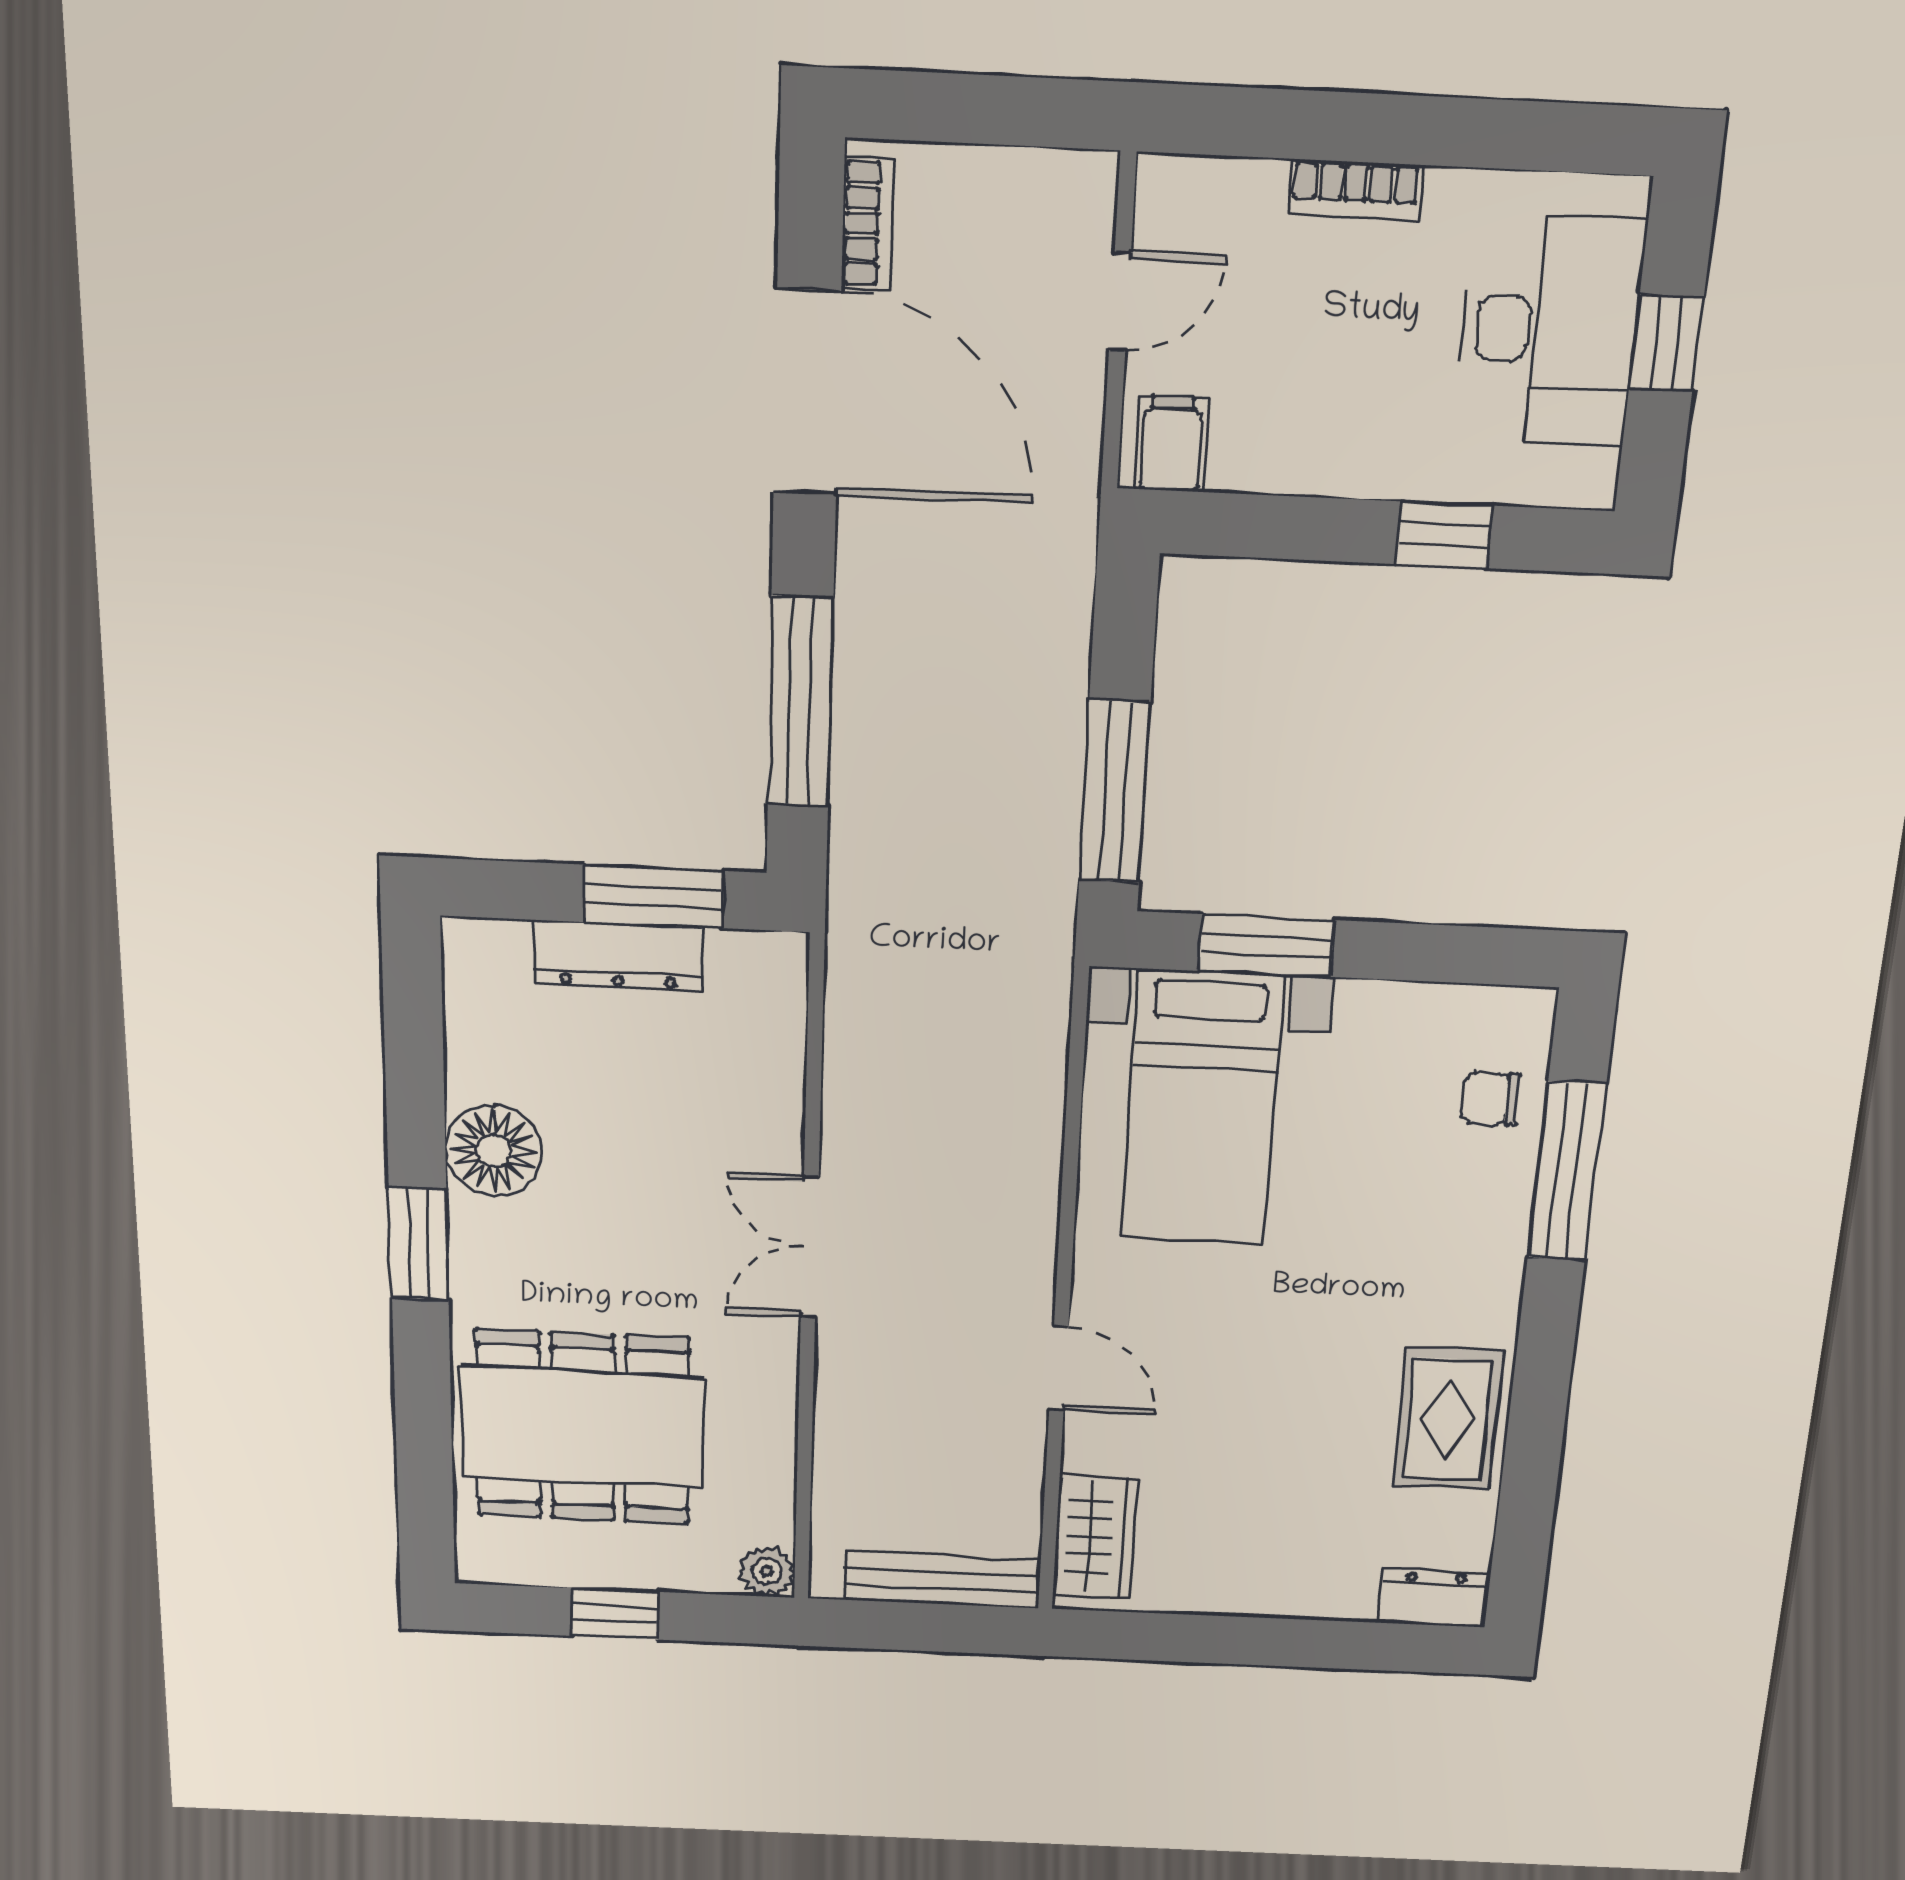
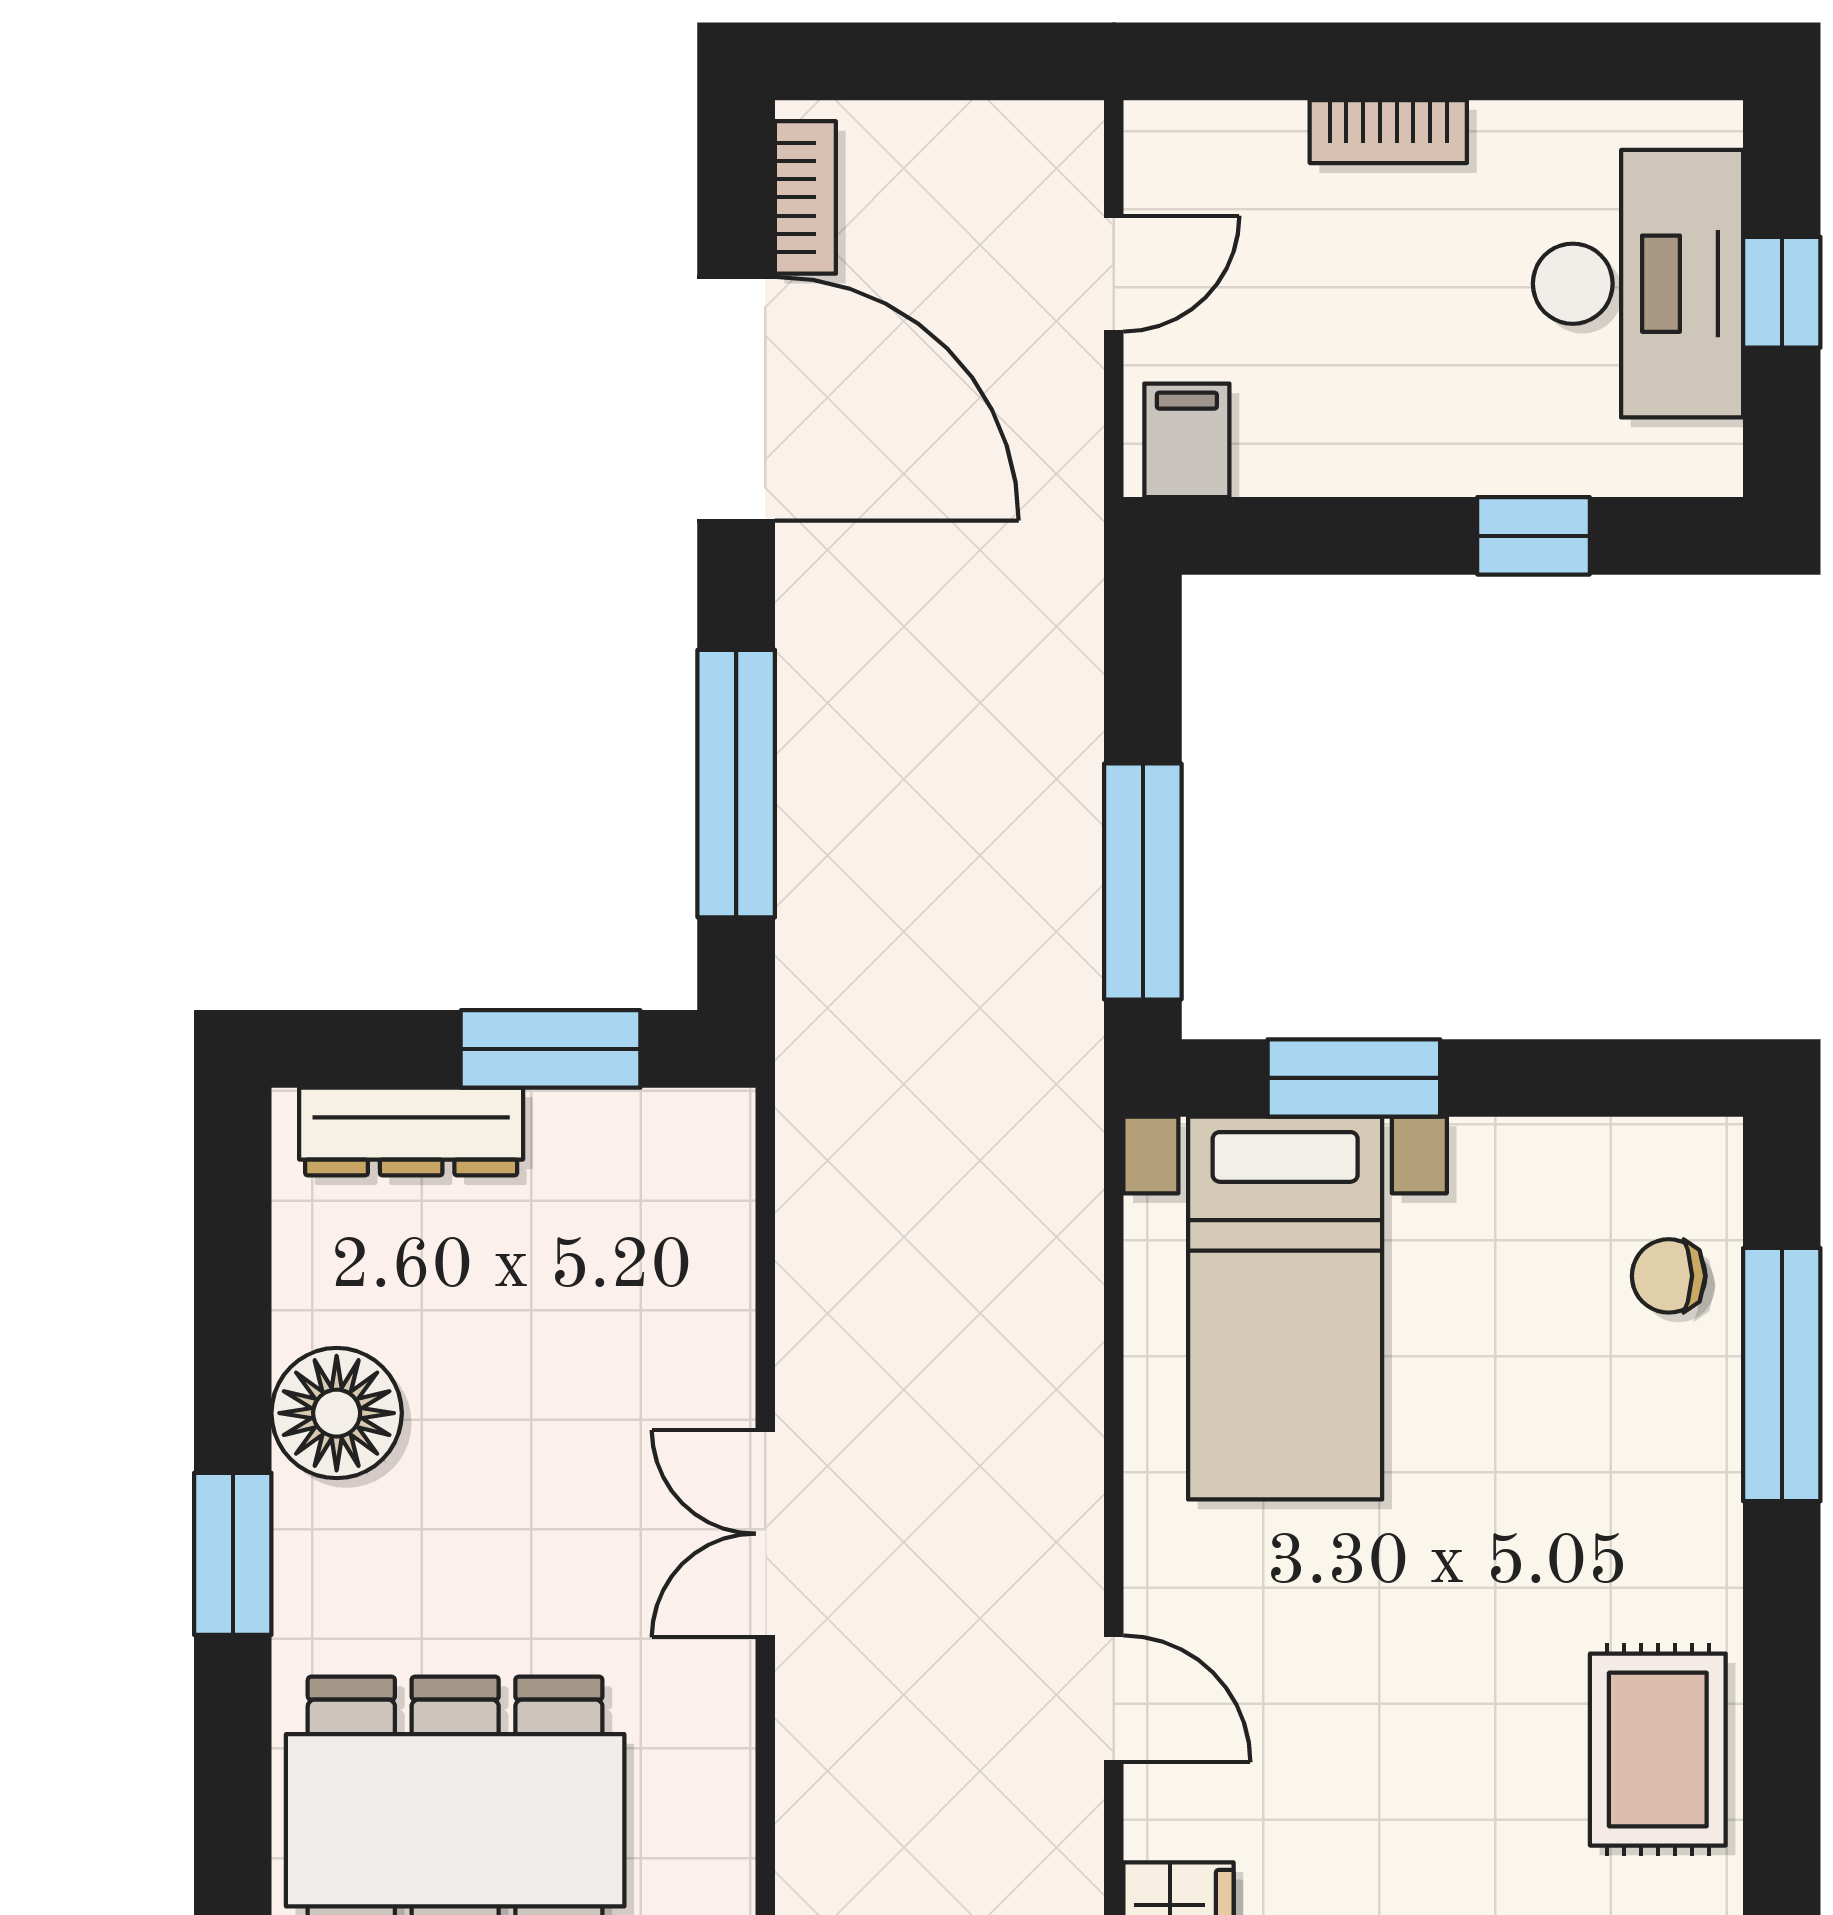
dresser: (619, 956) -> (411, 1131), moved

